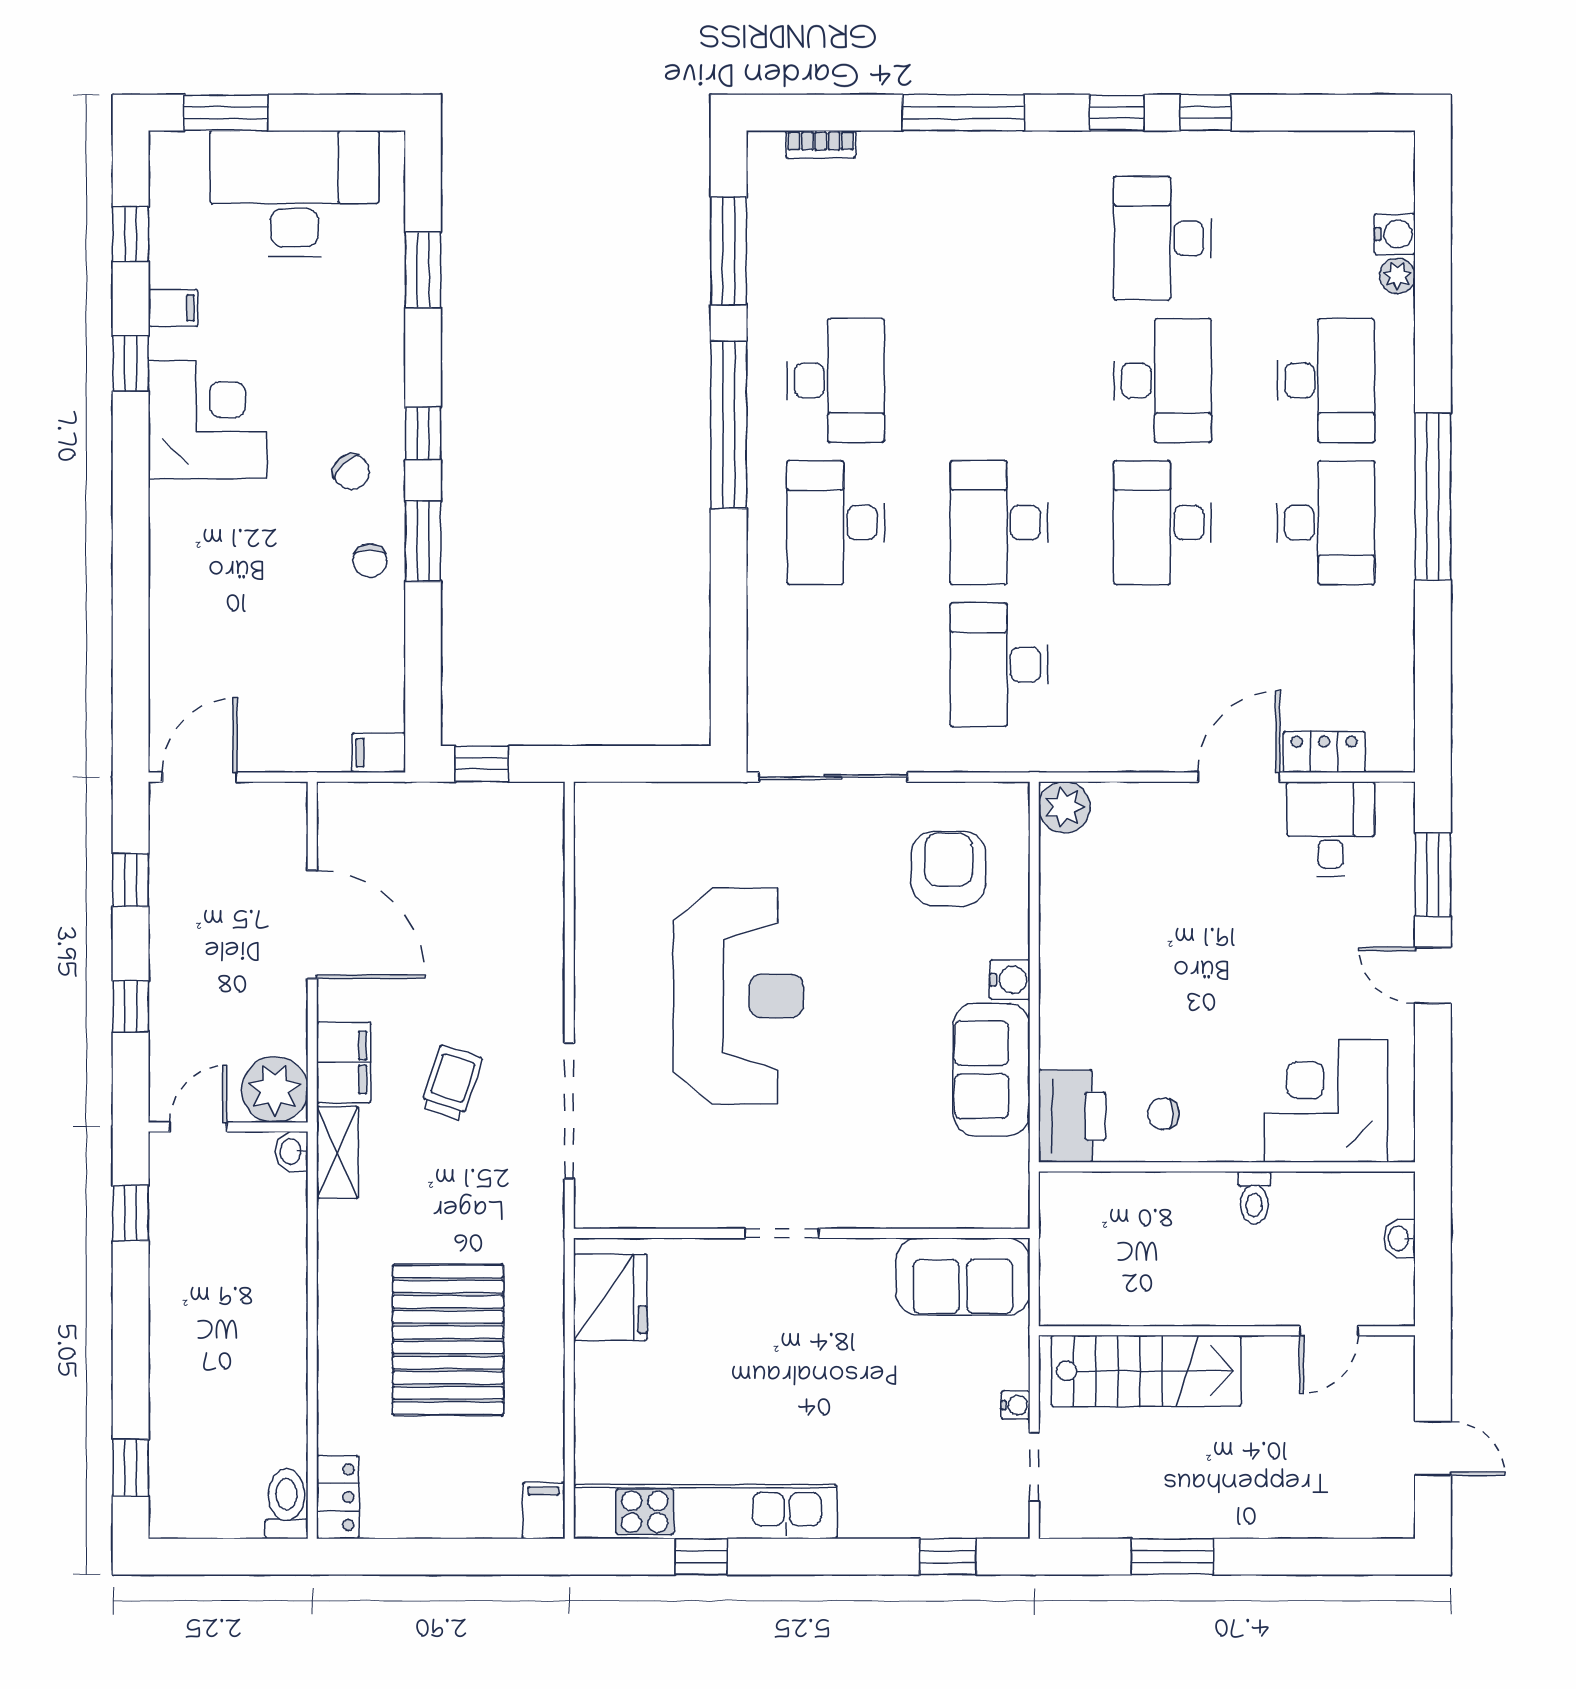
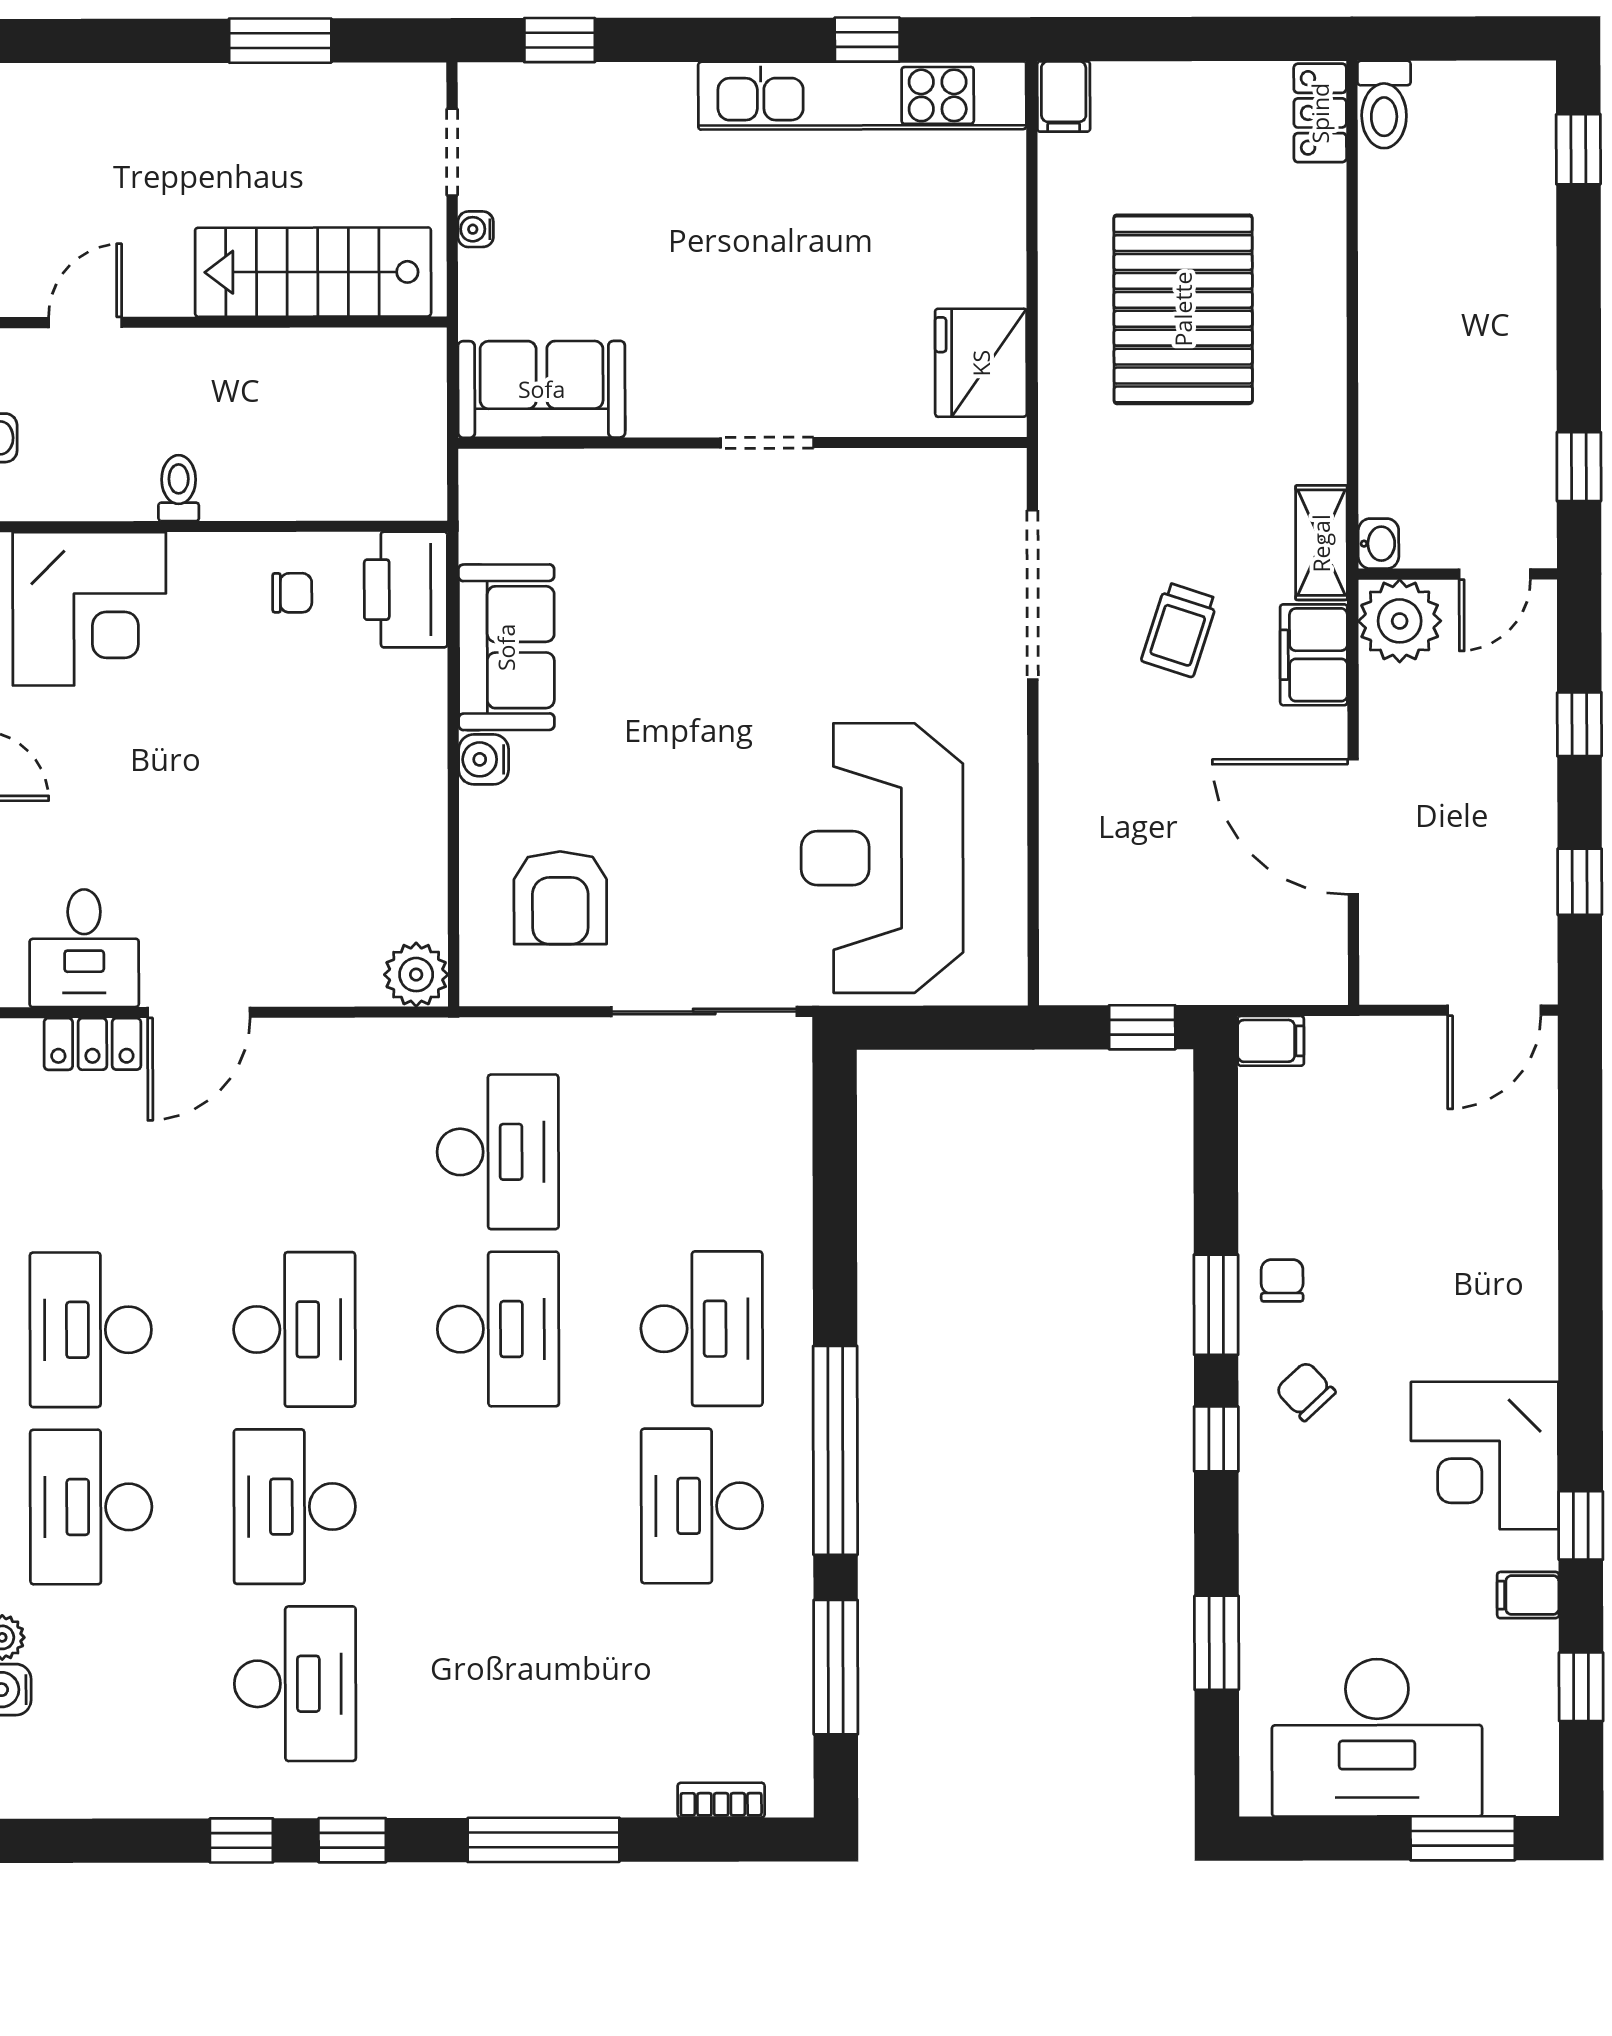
reception desk: (739, 996) -> (882, 858), moved

